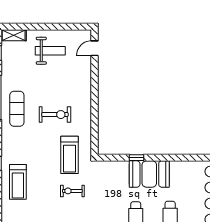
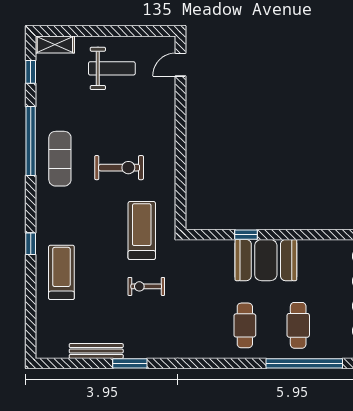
treadmill: (69, 155) -> (142, 230), turned 180
treadmill: (18, 182) -> (61, 272), turned 180

